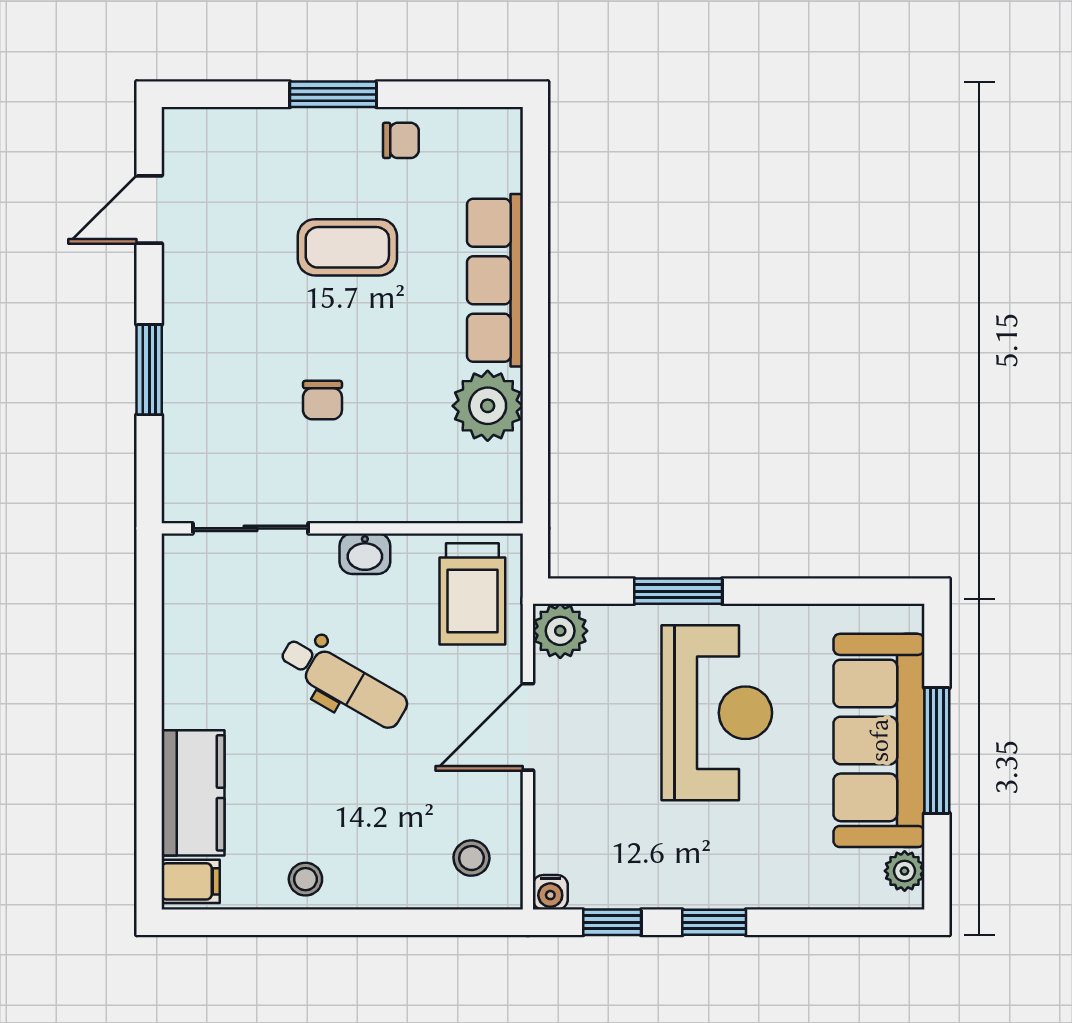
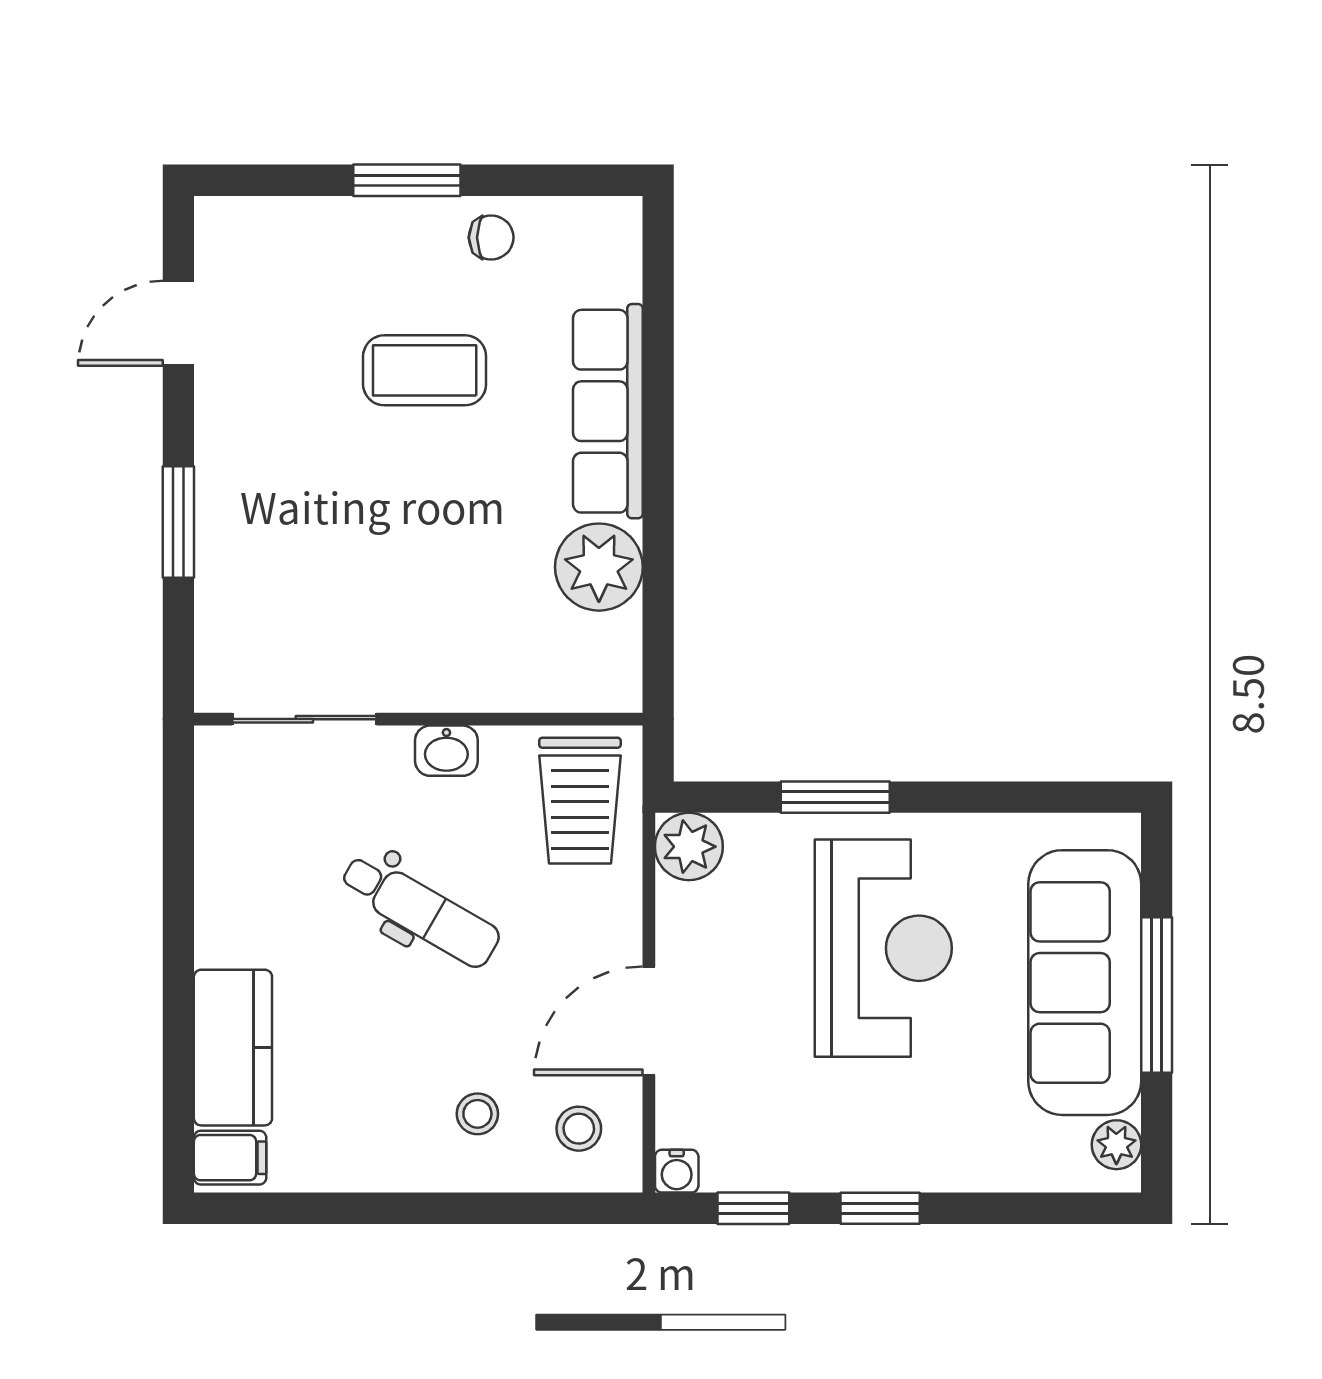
chair: (322, 400) -> (394, 560), removed
door: (528, 727) -> (649, 1021), moved
stool: (305, 879) -> (477, 1114), moved

